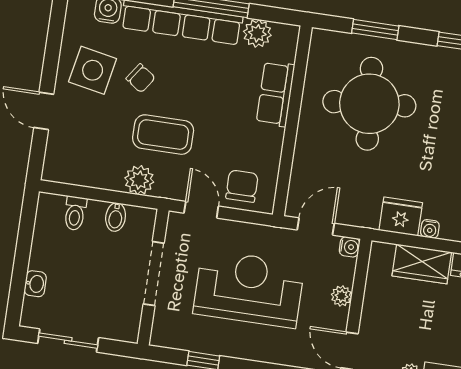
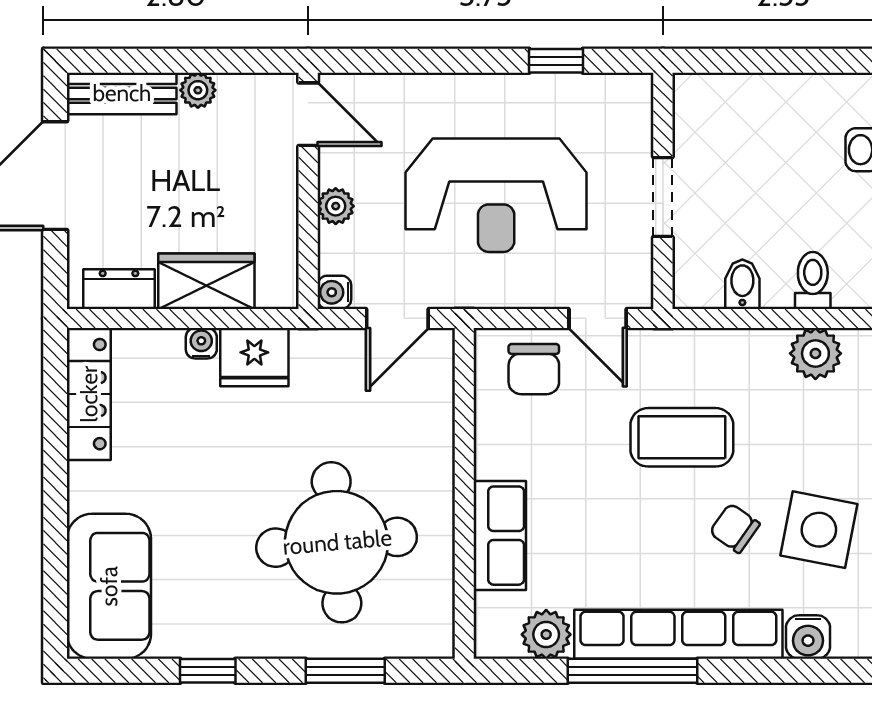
plant: (139, 180) -> (815, 353), moved
doorway: (154, 274) -> (663, 197), width x0.73
sliding door: (68, 341) -> (792, 61), removed

